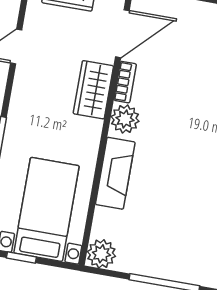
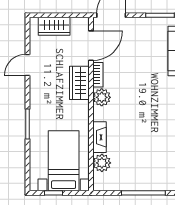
fireplace: (115, 173) -> (99, 137), width x0.73, depth x0.76
plant: (101, 254) -> (102, 163), moved

